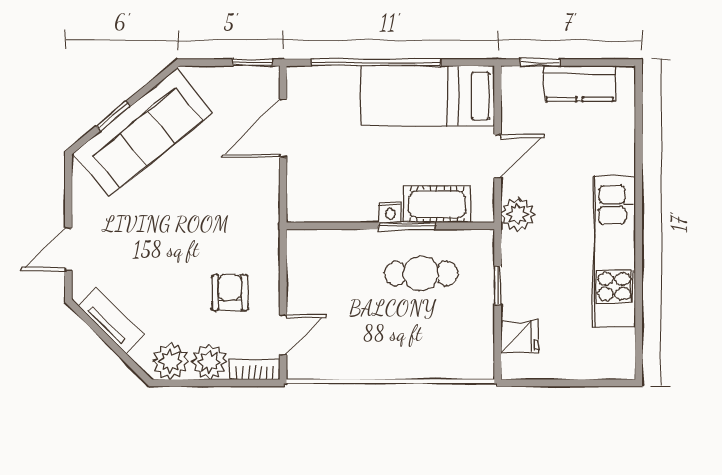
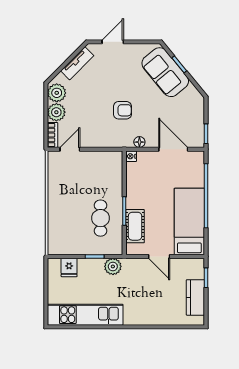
sofa: (143, 133) -> (165, 72), width x0.73
floor lamp: (269, 196) -> (139, 142), added
nightstand: (390, 212) -> (131, 156), moved
plant: (518, 214) -> (113, 266), moved
door: (68, 249) -> (113, 42), hinge flipped
kitchen unit: (614, 252) -> (85, 315), moved
armchair: (230, 293) -> (122, 110), moved
door: (283, 335) -> (70, 149), swing flipped

